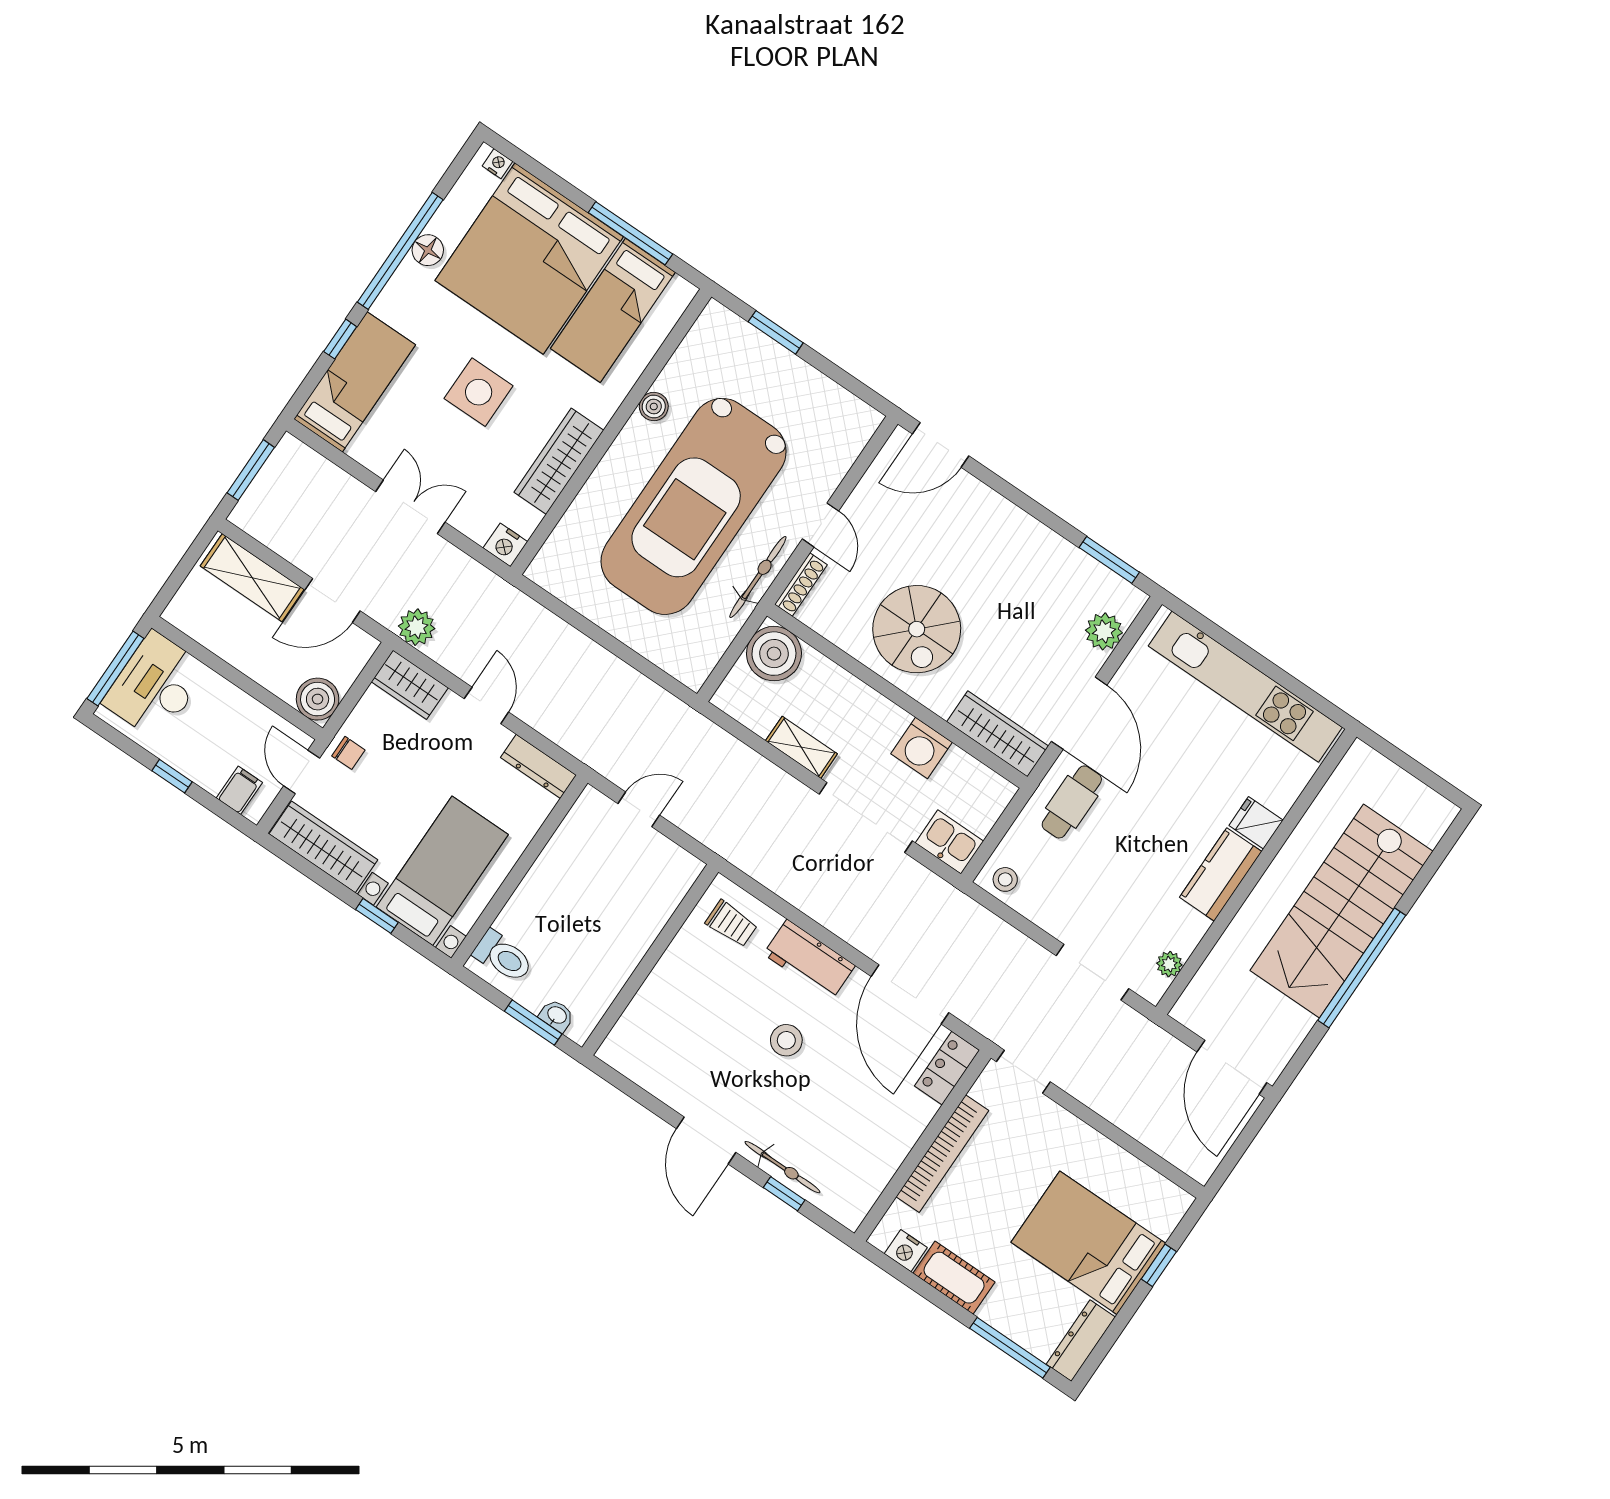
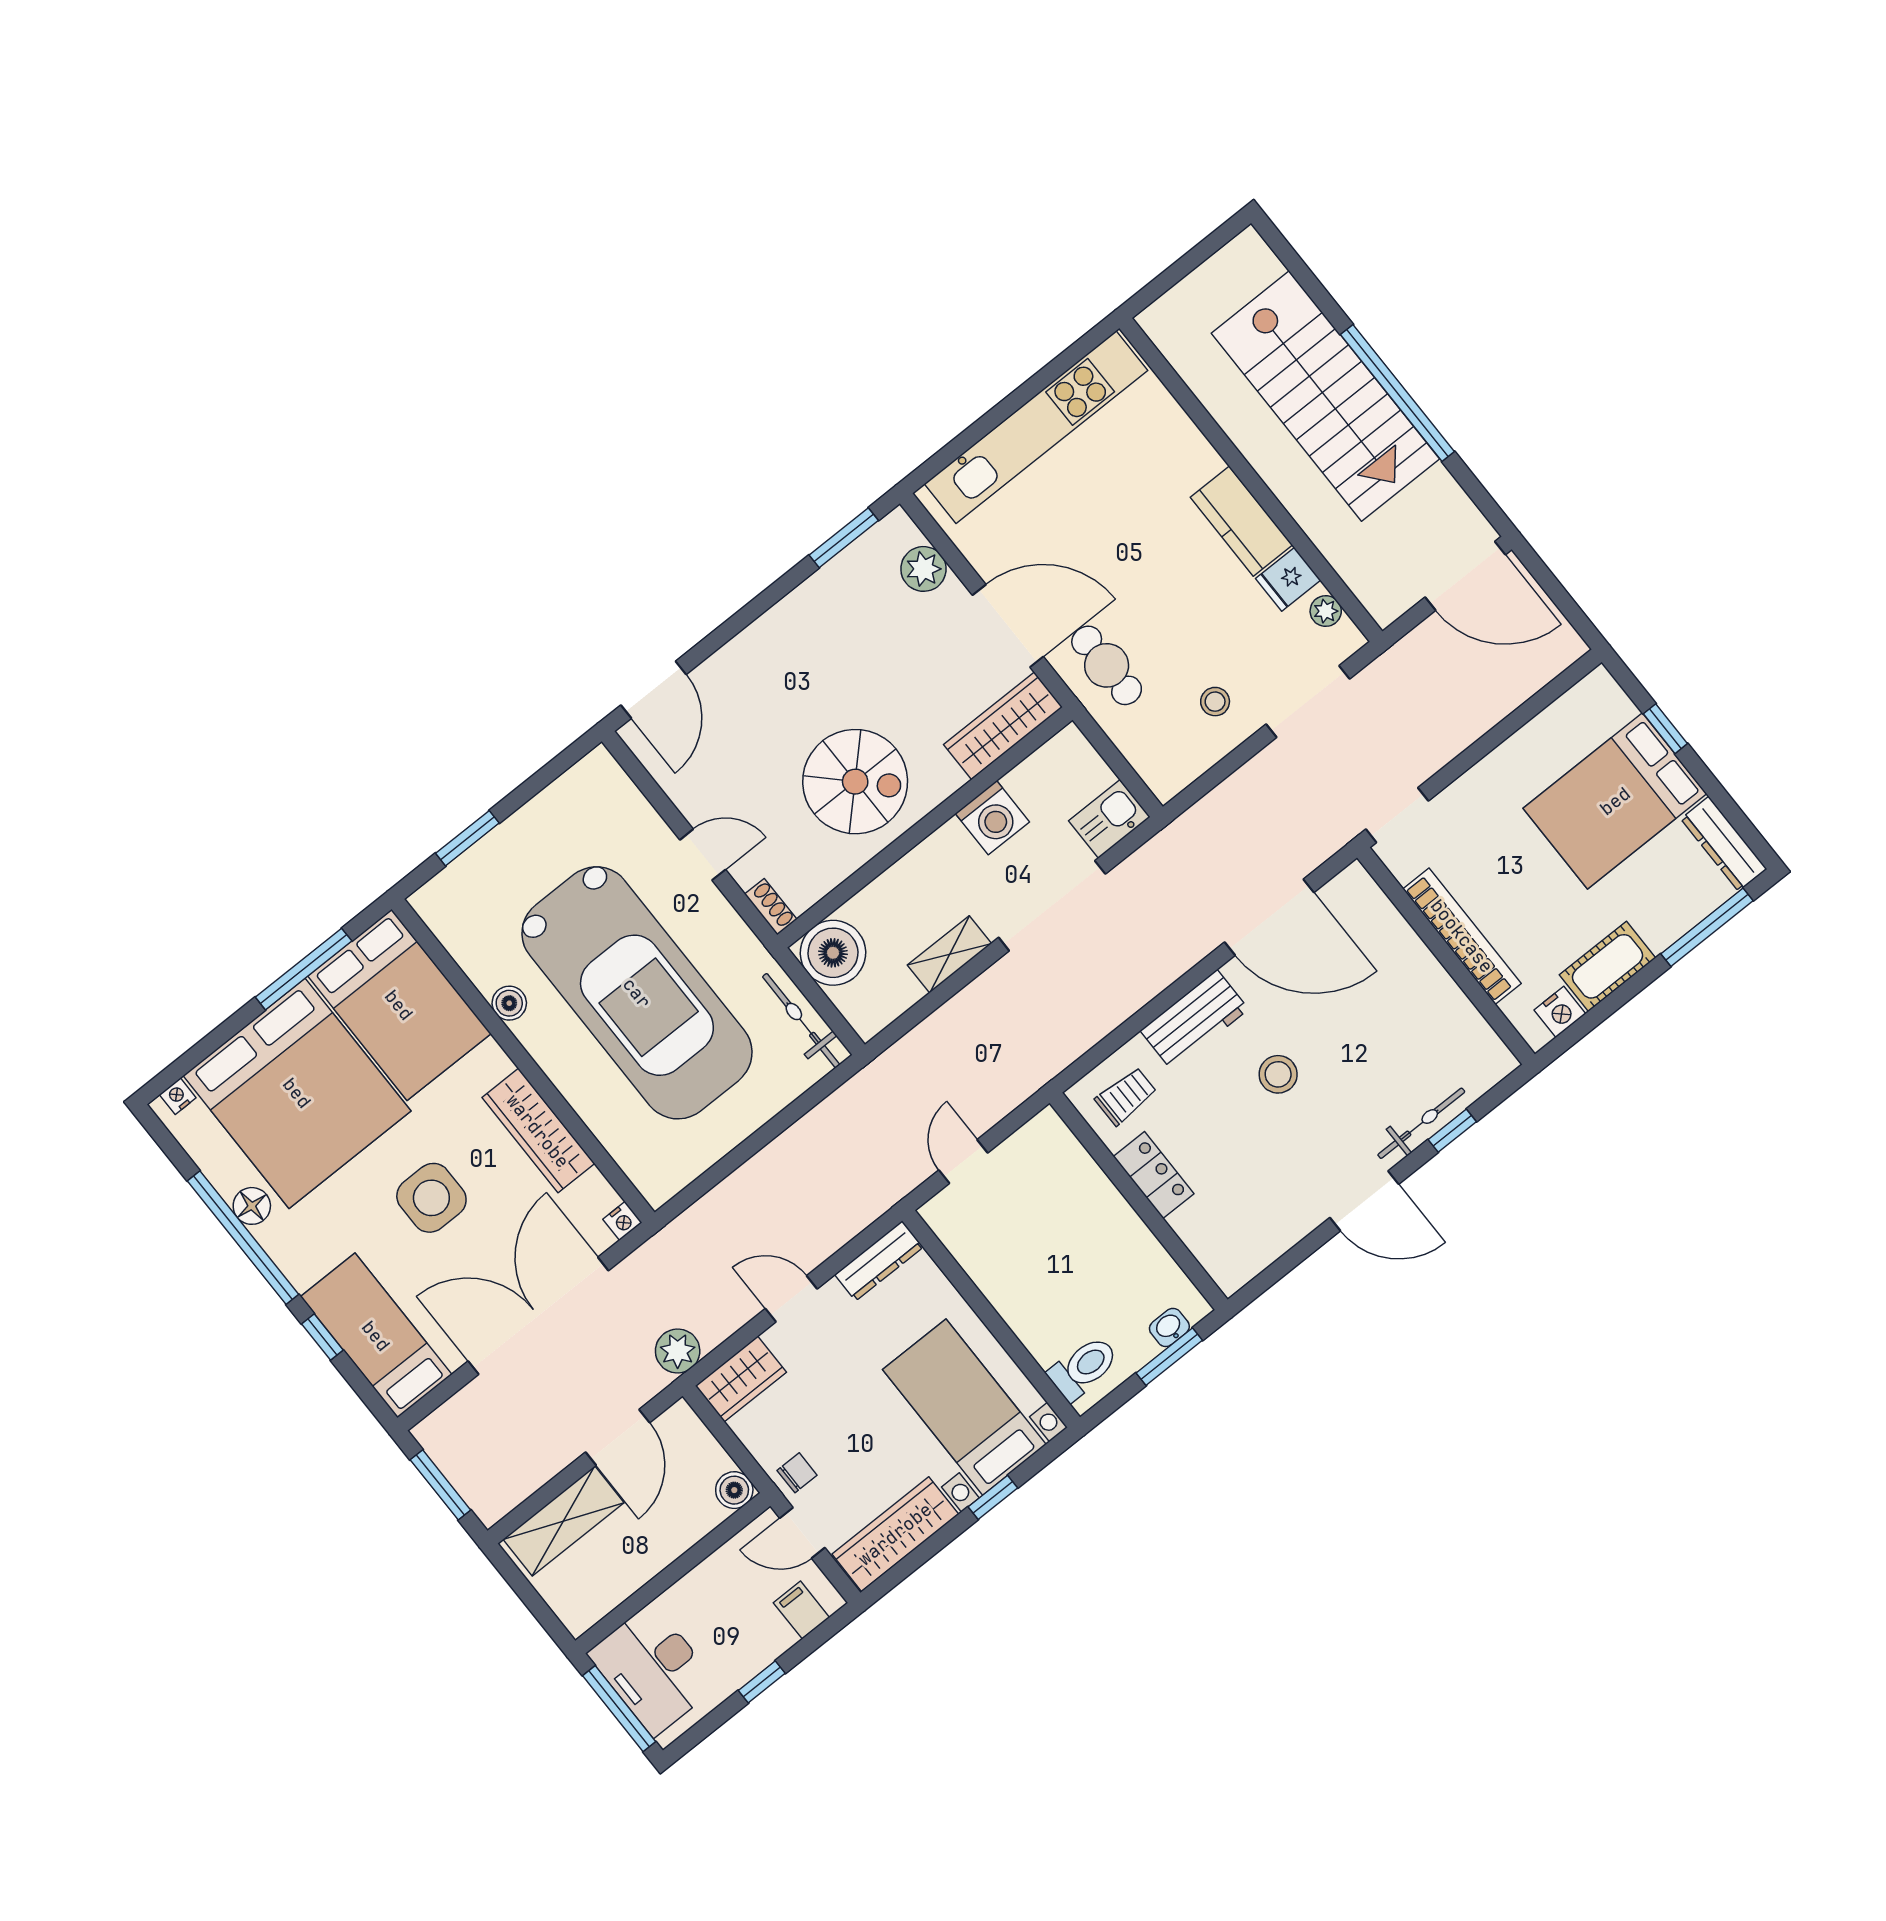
bed: (613, 310) -> (399, 1005), width x1.50
double door: (410, 507) -> (538, 1316), width x1.87
nightstand: (505, 545) -> (622, 1221), width x0.72, depth x0.74
bicycle: (758, 577) -> (801, 1021), moved
shoe rack: (801, 585) -> (771, 907), width x0.70
boiler: (318, 699) -> (734, 1490), width x0.73, depth x0.73
fridge: (1256, 823) -> (1288, 579), moved
stool: (1005, 879) -> (1215, 702), moved
locker: (947, 1068) -> (1154, 1175), moved, turned 180

